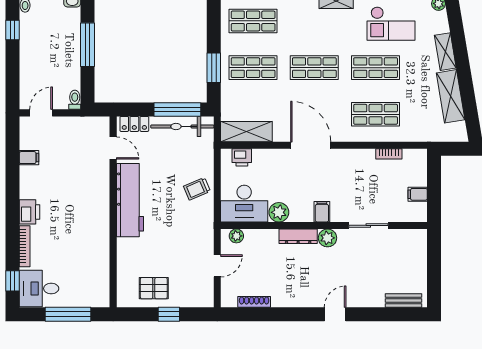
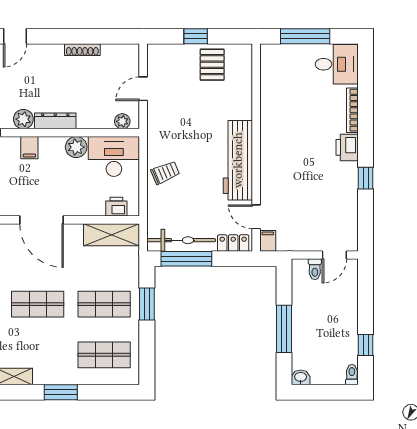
toilet: (75, 100) -> (315, 269), moved
filing cabinet: (29, 158) -> (268, 241), moved, turned 90
window: (12, 281) -> (366, 178), moved
pallet: (154, 288) -> (212, 65), turned 90
shoe rack: (254, 302) -> (82, 50), moved

